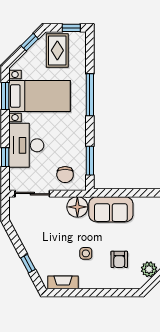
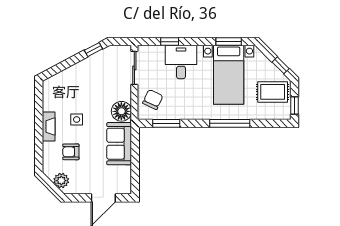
desk: (26, 145) -> (181, 62), width x0.73
chair: (65, 175) -> (153, 99), turned 115
window: (28, 264) -> (93, 50), moved
fireplace: (63, 282) -> (49, 127), moved

